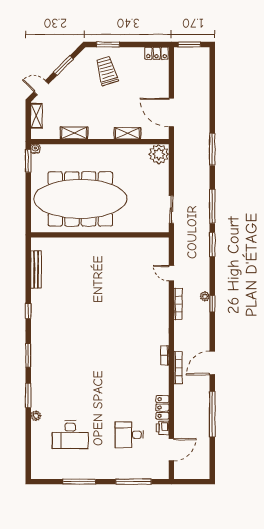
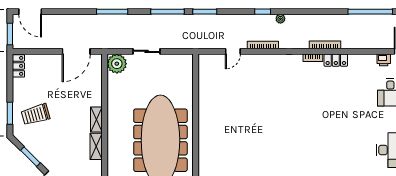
shelving: (127, 133) -> (96, 119), moved
sliding door: (171, 210) -> (147, 51), moved
plant: (205, 296) -> (280, 19), moved
door: (212, 363) -> (30, 12), moved
locker: (162, 407) -> (336, 60), moved

